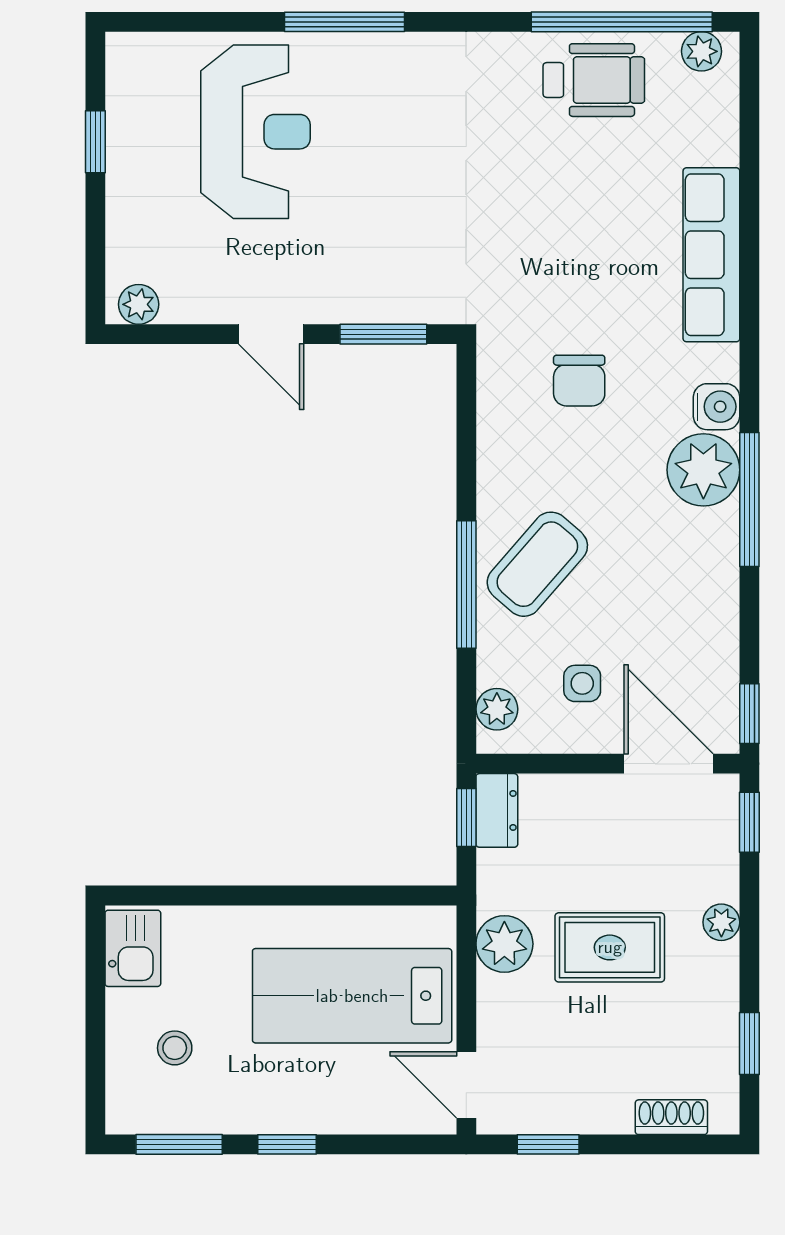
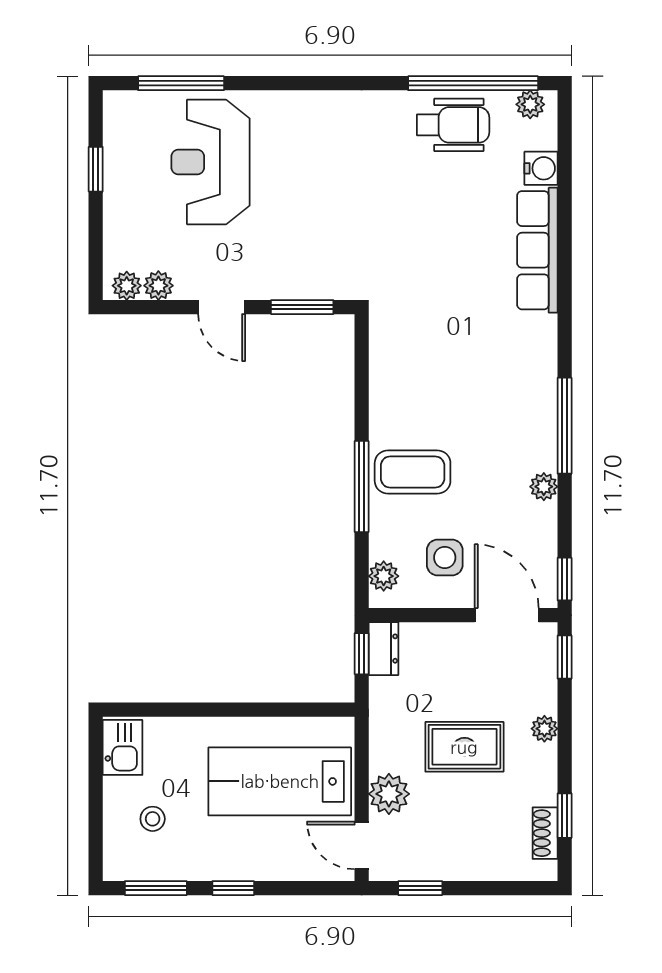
window: (344, 22) -> (181, 83), moved
reception desk: (255, 132) -> (210, 162), turned 180
plant: (183, 304) -> (158, 286), added
chair: (579, 381) -> (443, 340), removed
water cooler: (716, 407) -> (541, 168), moved
plant: (703, 470) -> (544, 487), moved, width x0.53, depth x0.53
coffee table: (537, 564) -> (413, 472), turned 49
side table: (582, 683) -> (445, 557), width x1.37, depth x1.37
plant: (504, 944) -> (389, 794), moved
shoe rack: (671, 1117) -> (545, 833), moved, turned -90

